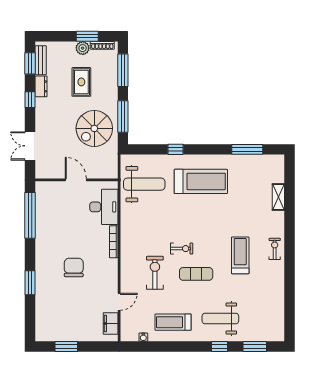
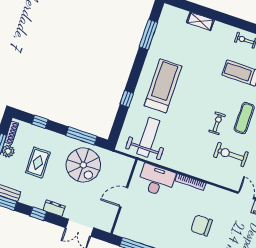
window: (123, 70) -> (40, 122), width x0.46
rug: (81, 82) -> (38, 162), turned 90
dresser: (41, 86) -> (54, 208), moved

